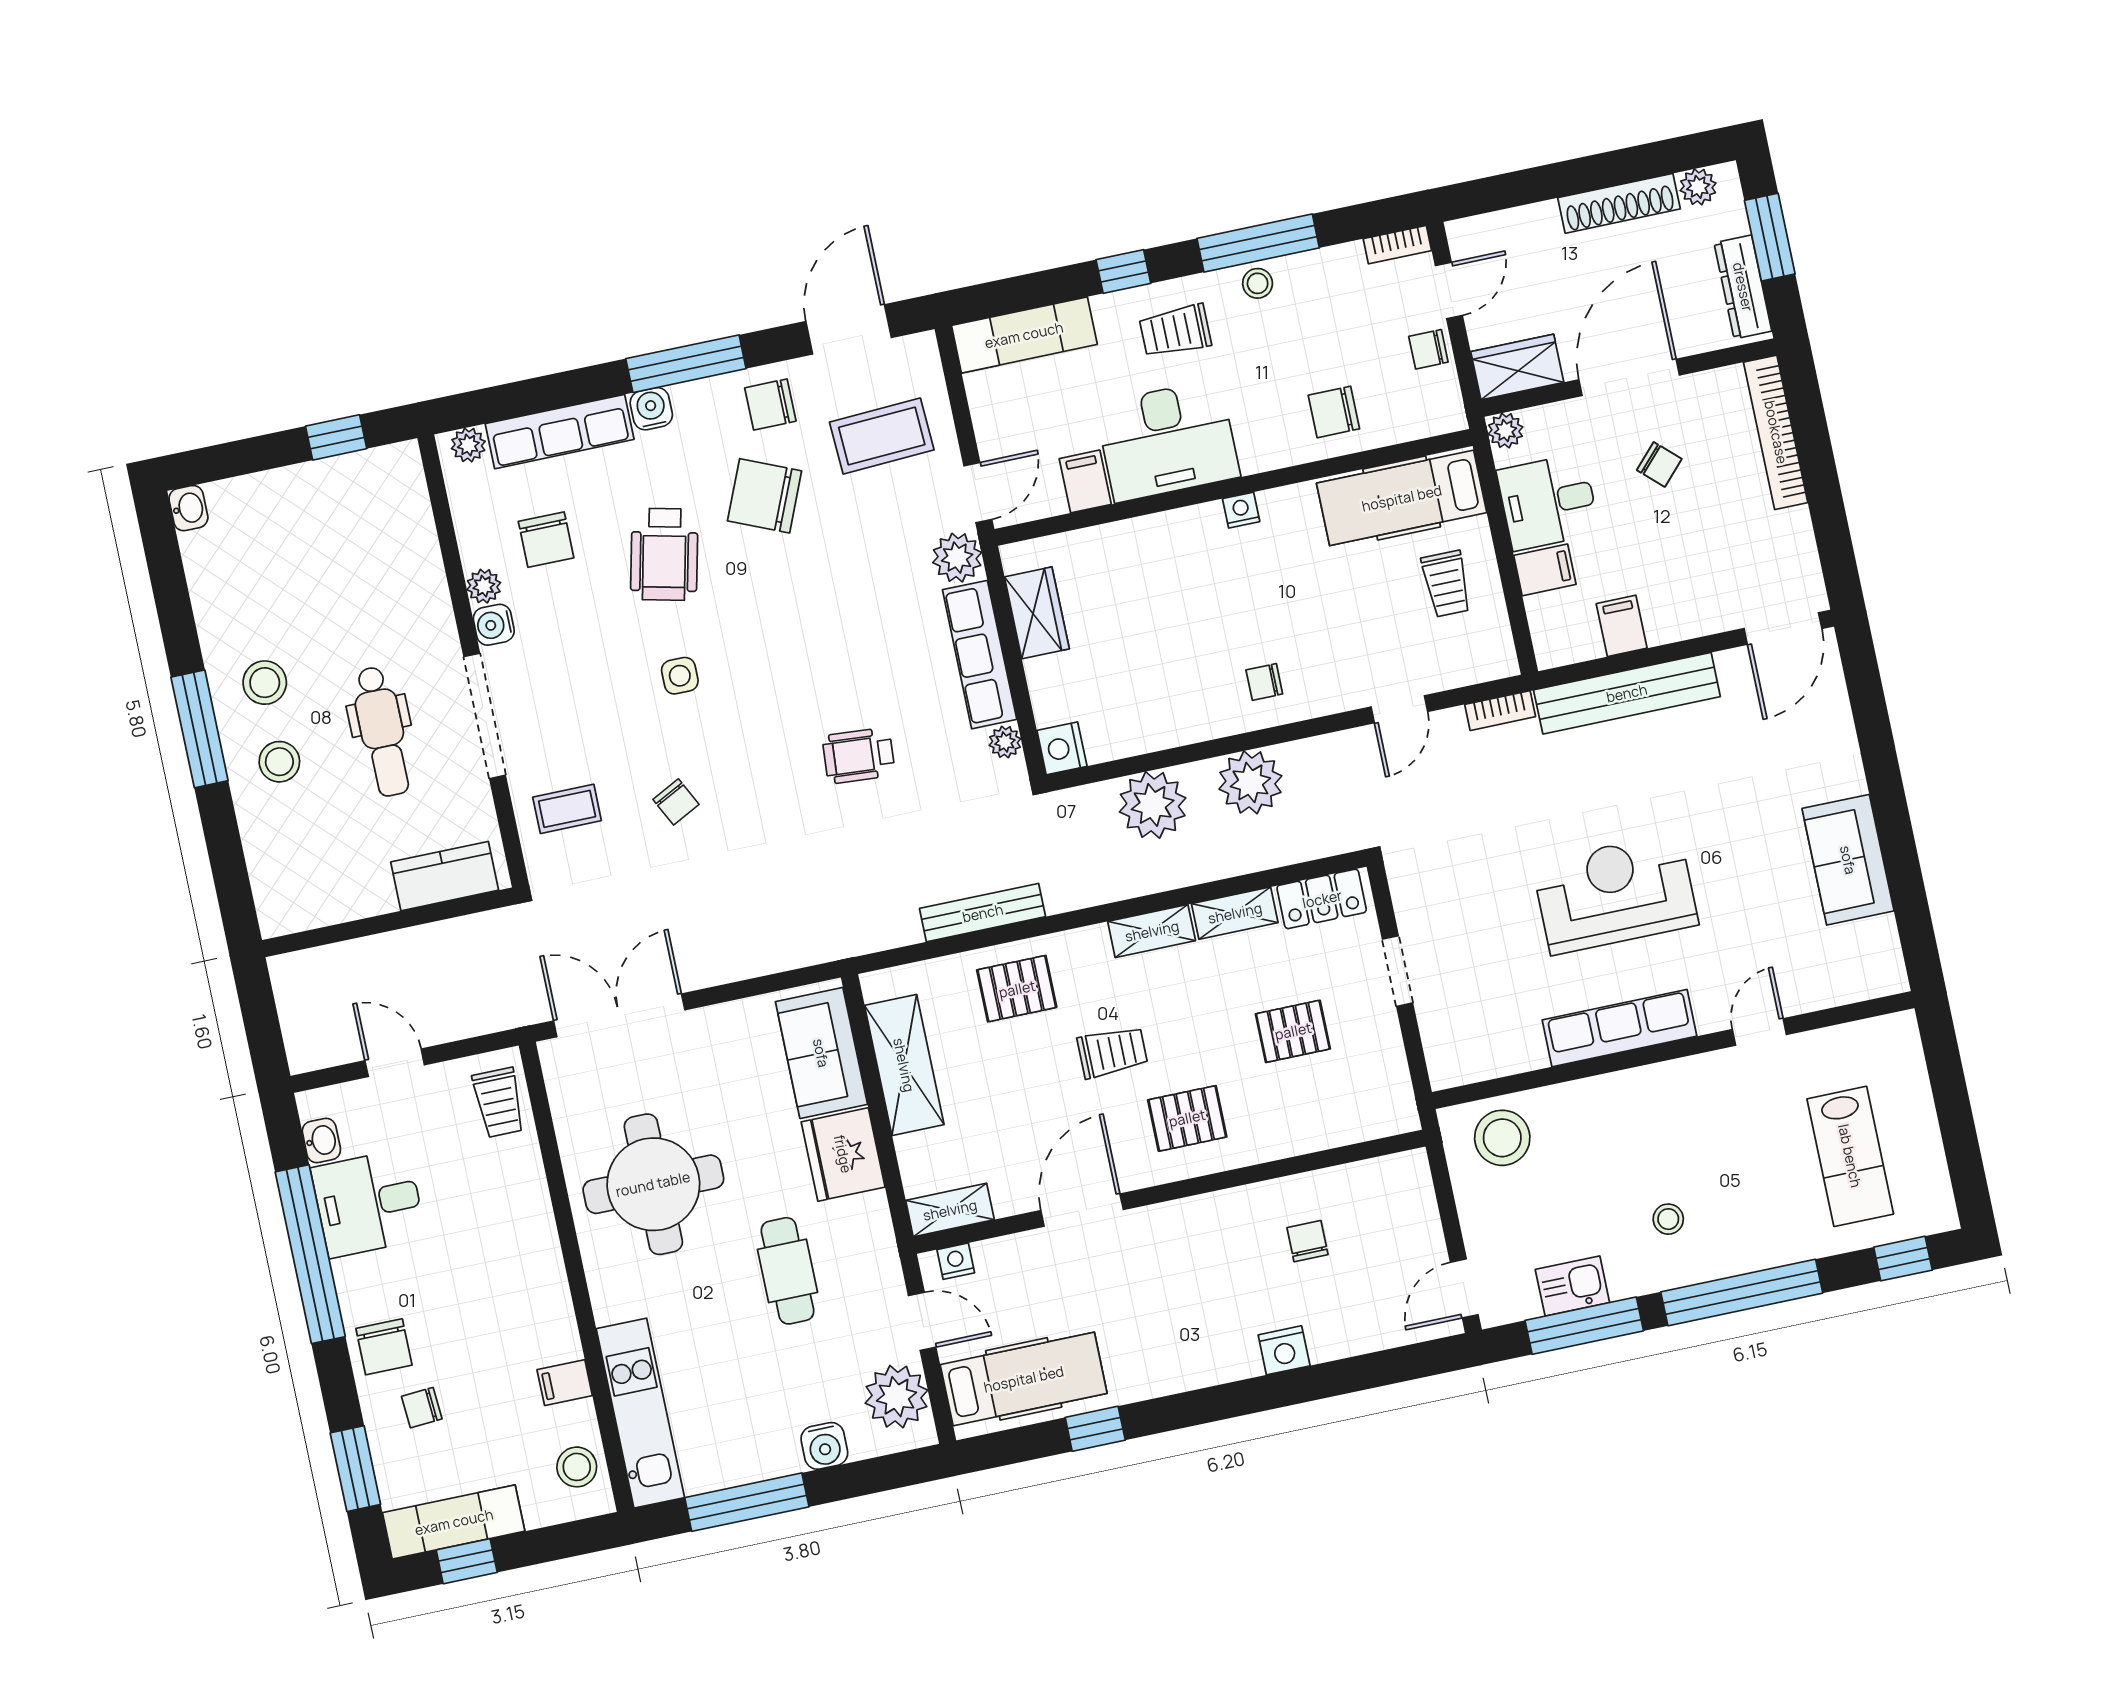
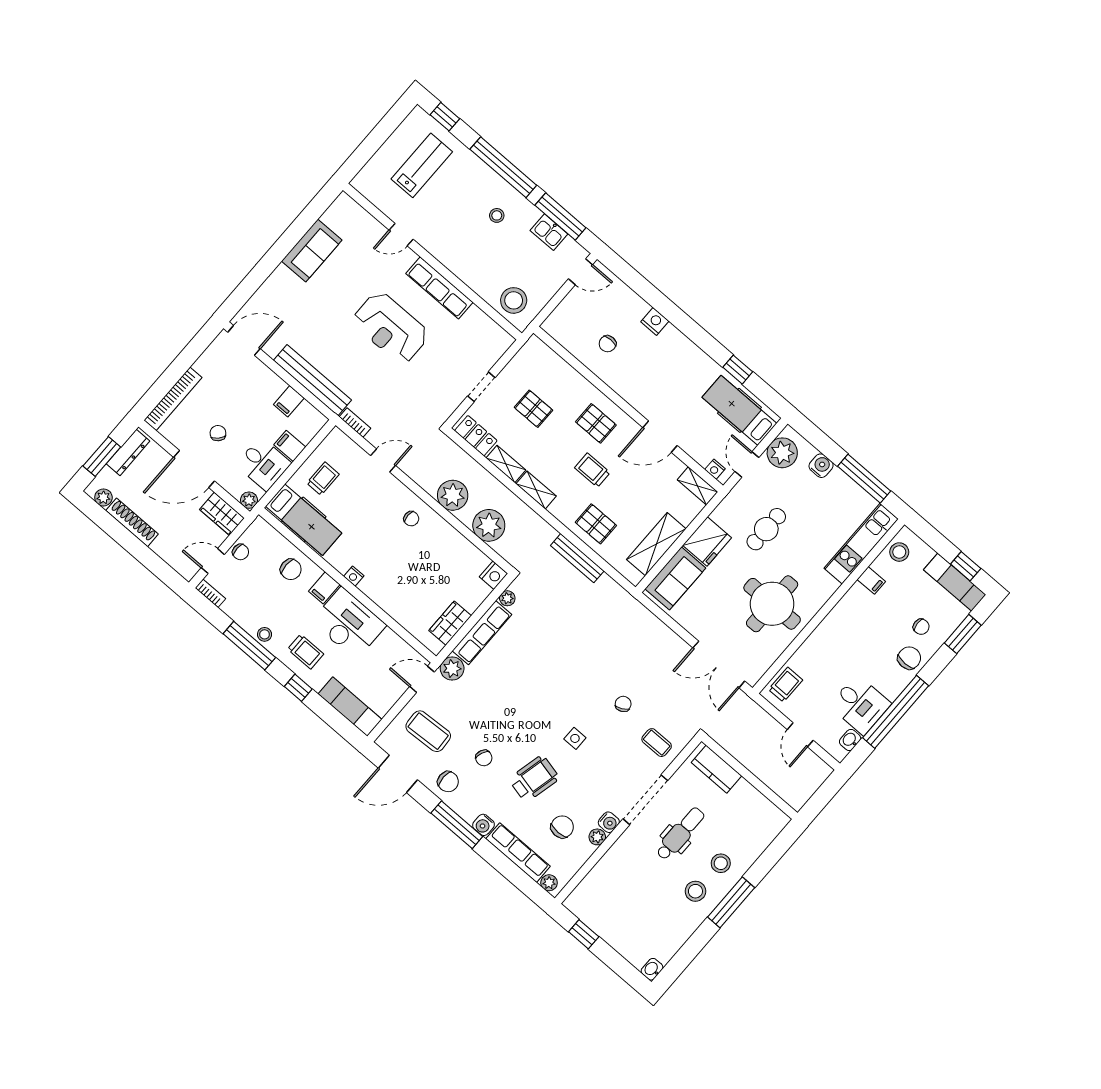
filing cabinet: (1085, 481) -> (324, 588), moved
chair: (765, 496) -> (484, 758), width x0.54, depth x0.54
wheelchair: (859, 756) -> (554, 649), removed

